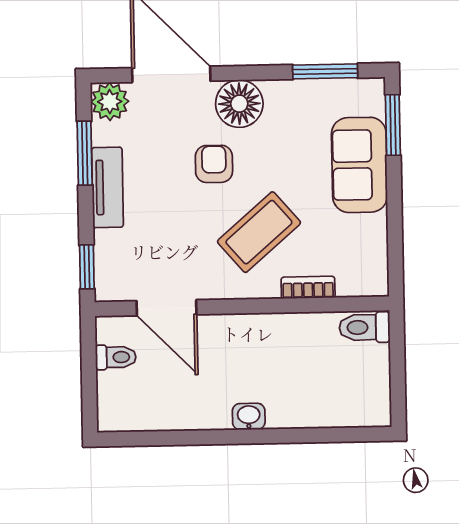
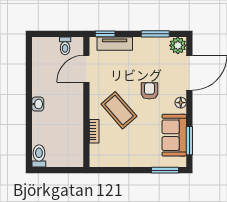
floor lamp: (239, 104) -> (181, 103), width x0.53, depth x0.53
armchair: (214, 164) -> (149, 91), turned -90
sofa: (359, 165) -> (174, 135), moved, turned -90
tv unit: (107, 187) -> (115, 44), moved
toilet: (365, 327) -> (39, 156), moved

